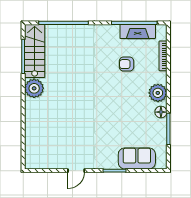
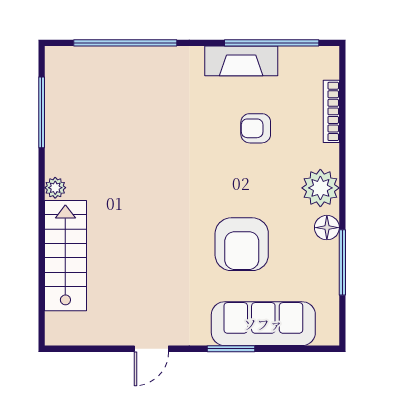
fireplace: (138, 31) -> (241, 61), moved
stairs: (35, 51) -> (65, 256), moved
plant: (34, 88) -> (55, 188), width x0.53, depth x0.53
armchair: (120, 120) -> (242, 244), added
sofa: (137, 158) -> (263, 324), width x1.36

